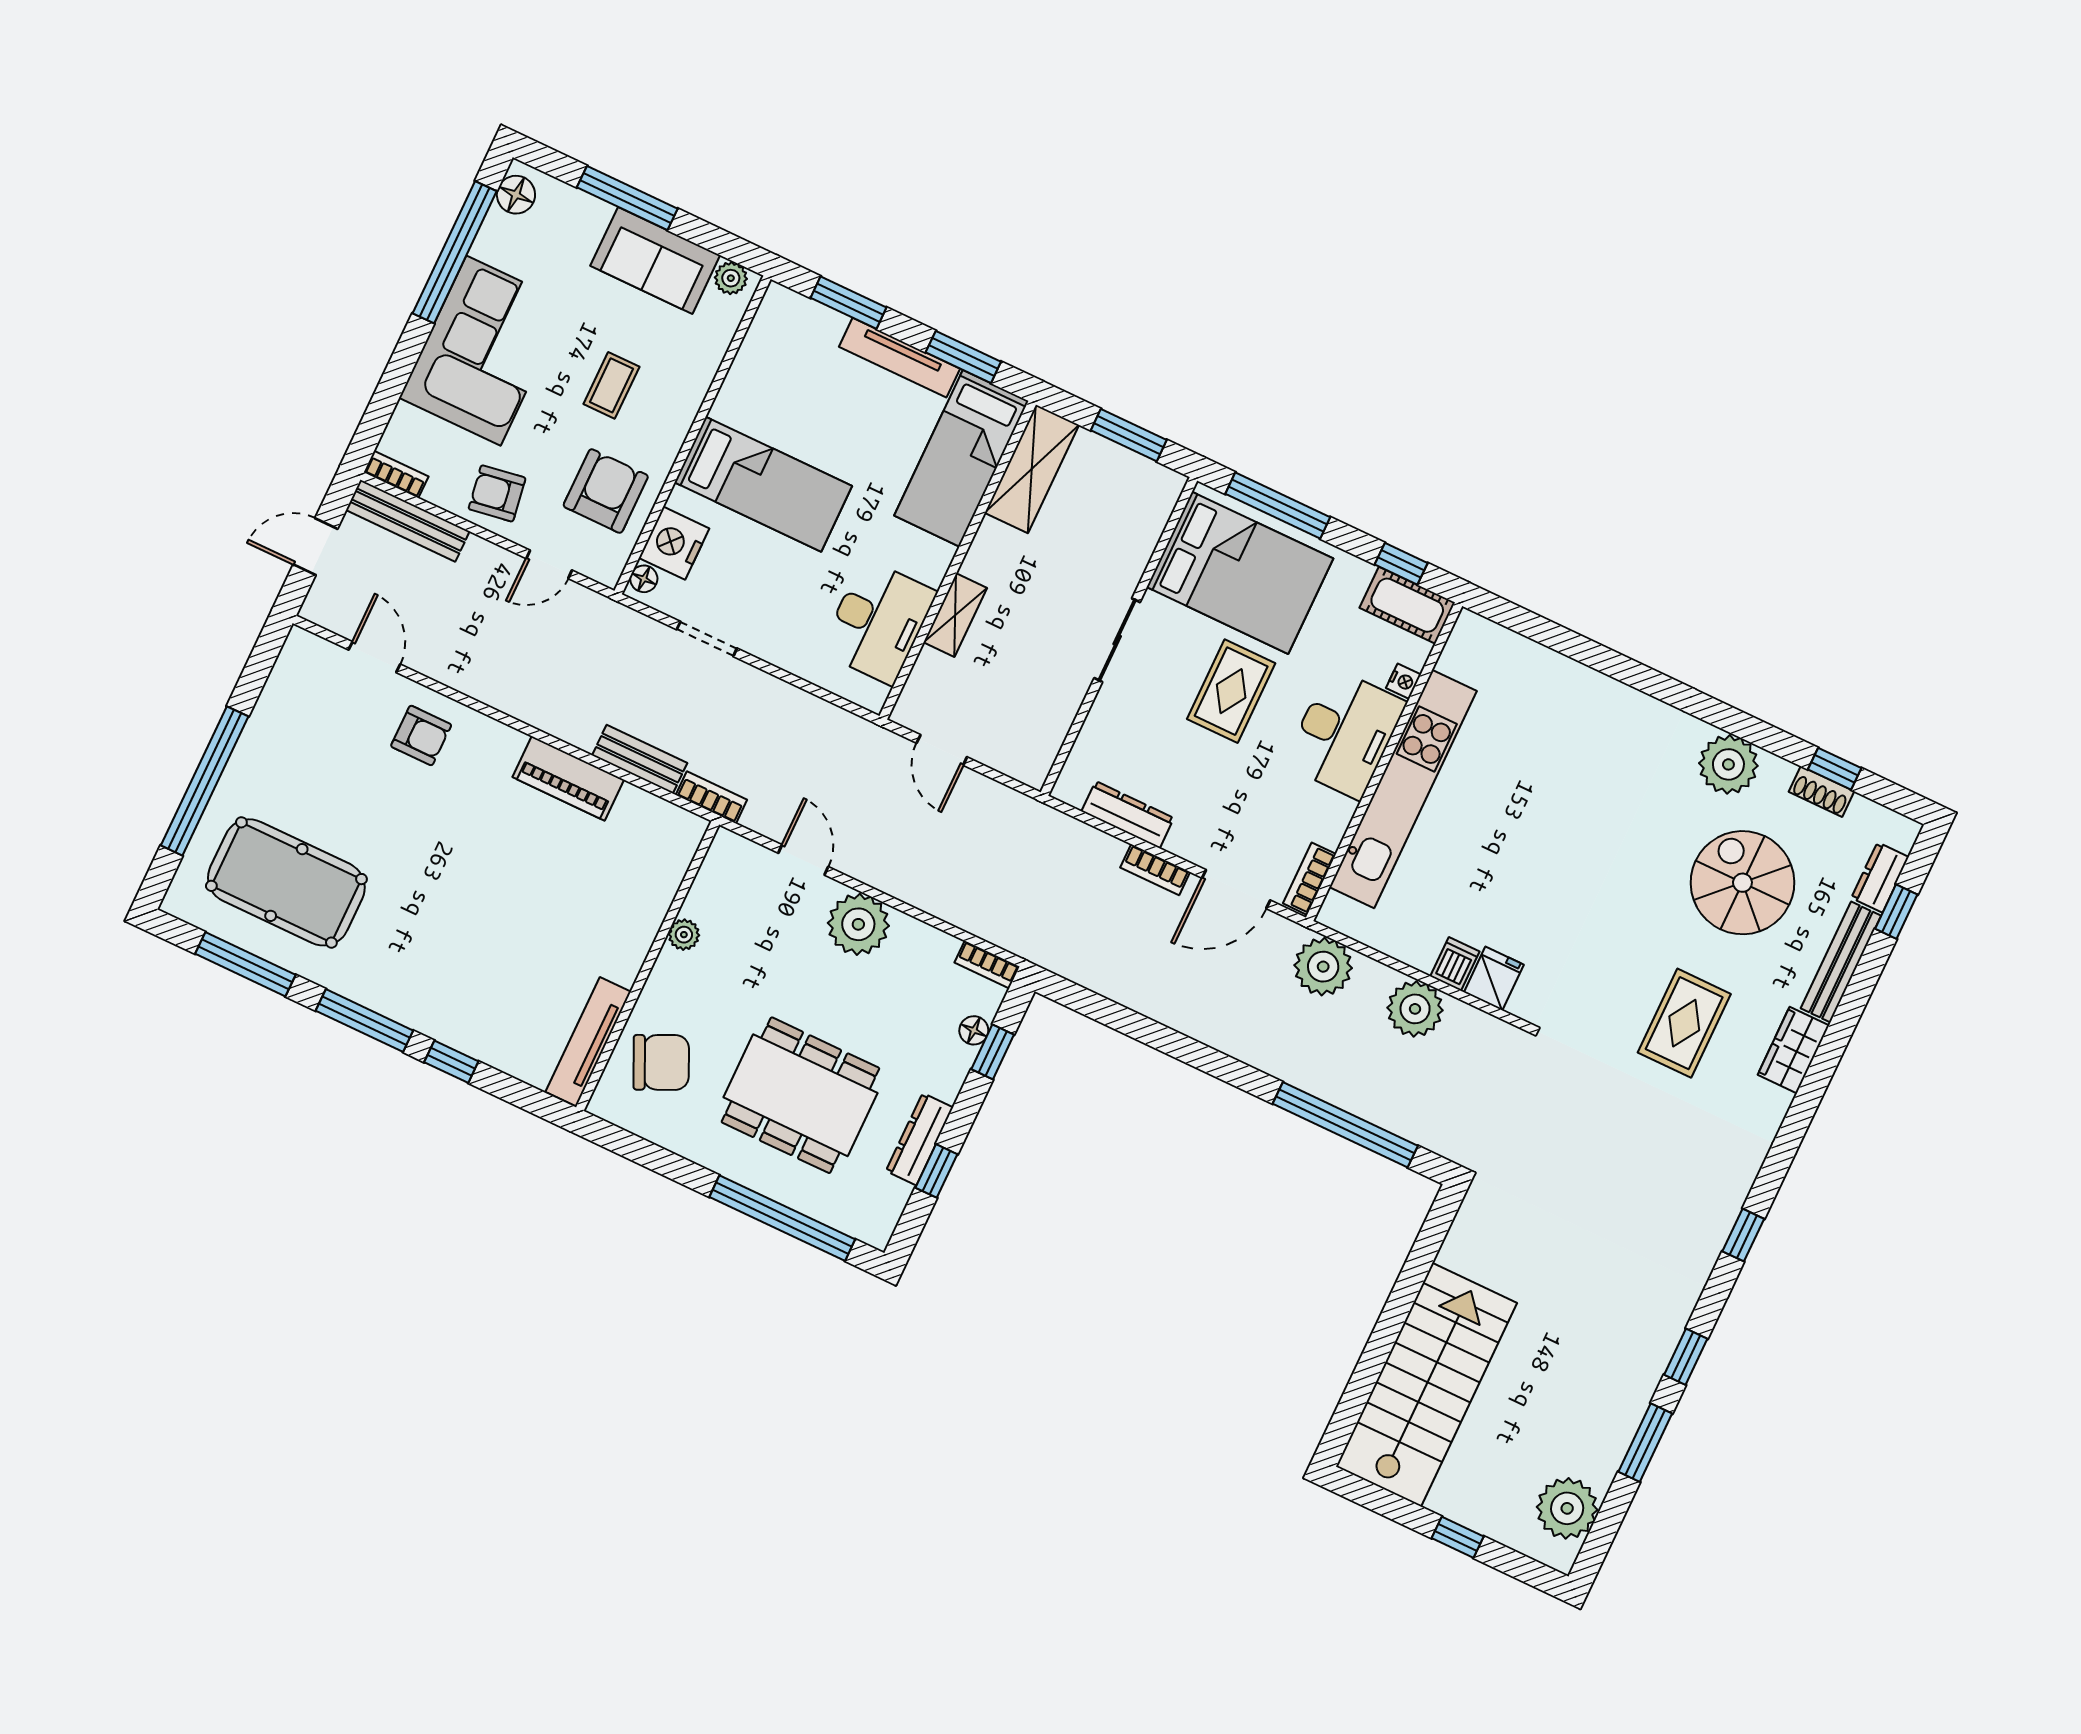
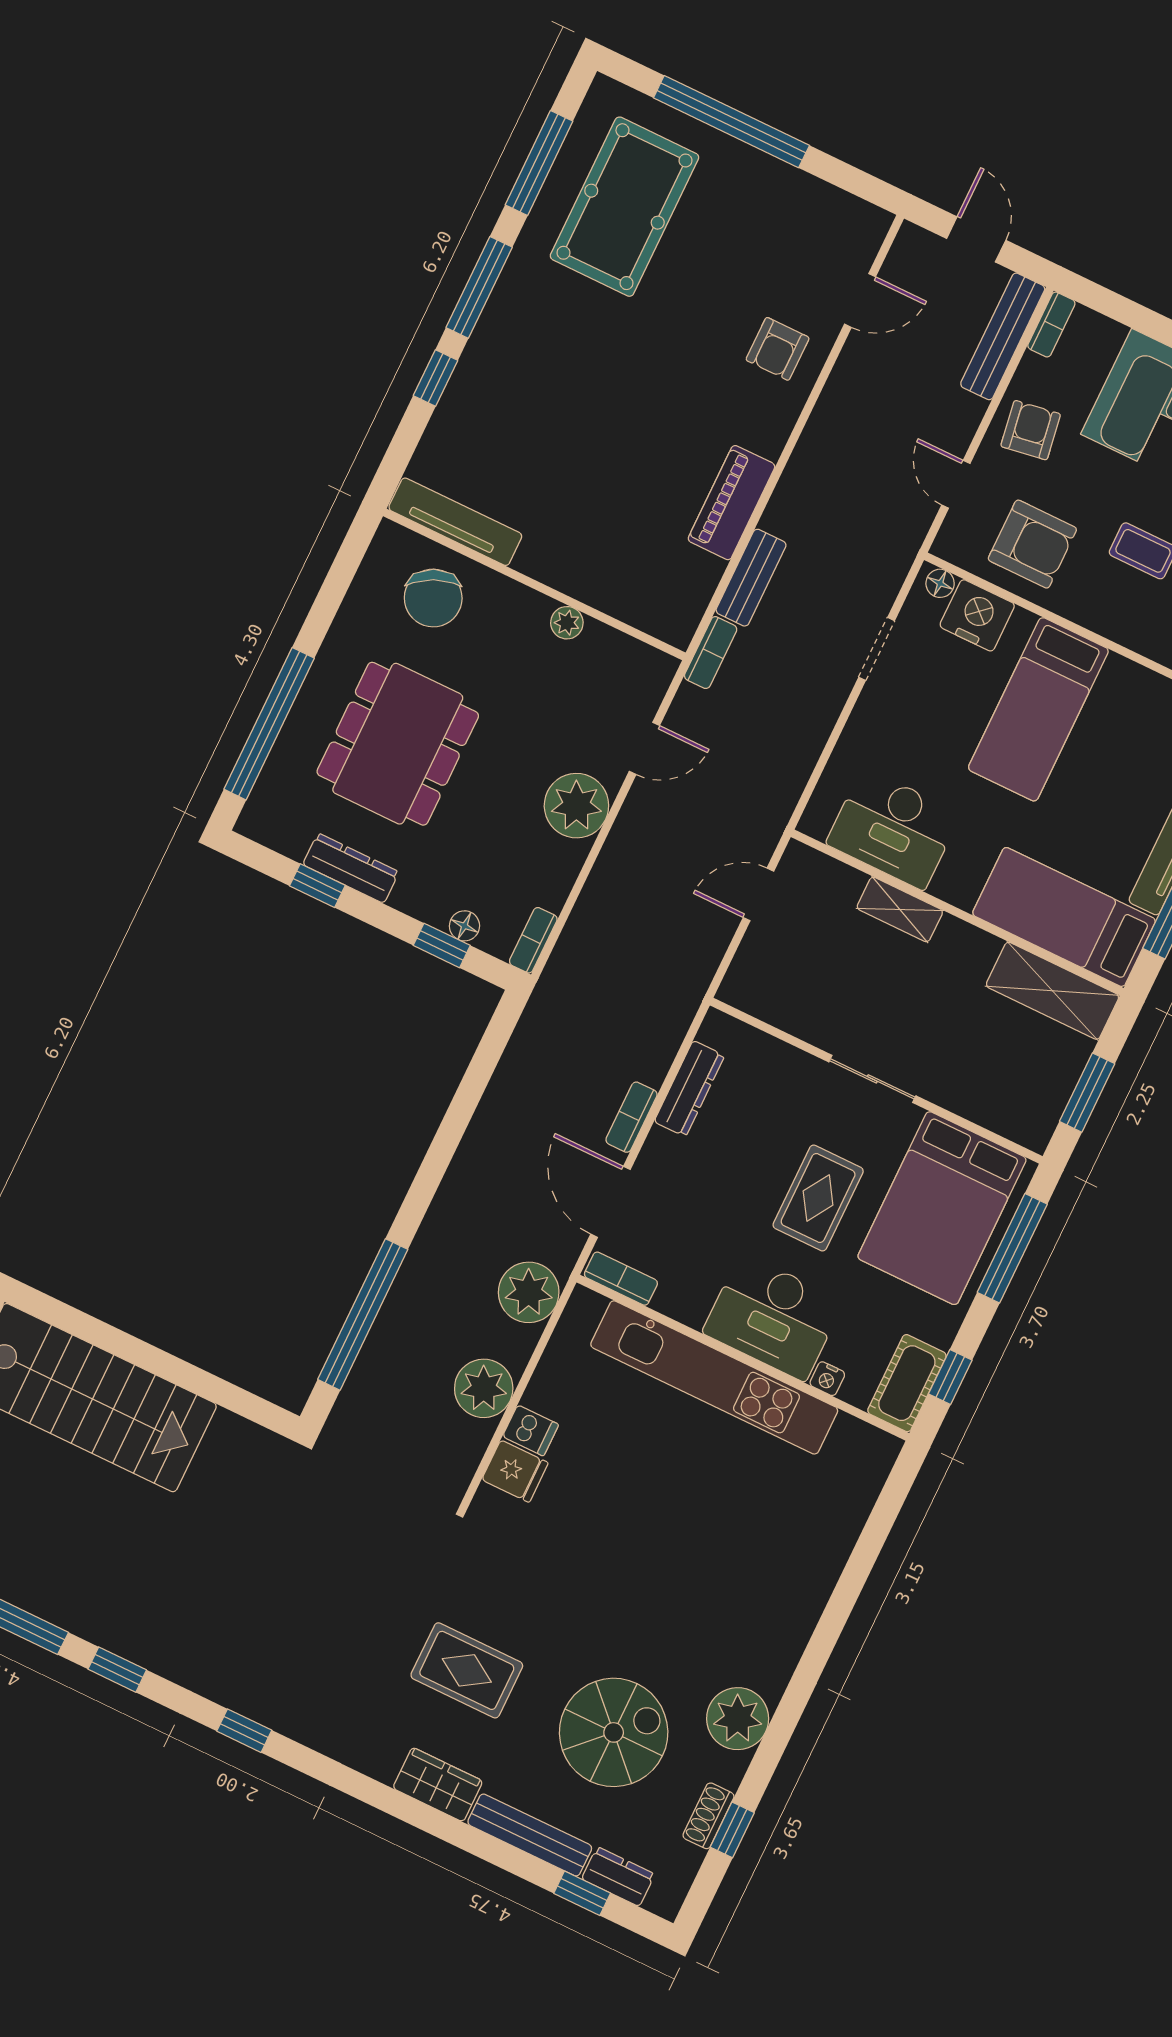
rug: (1231, 691) -> (818, 1198), turned 90

